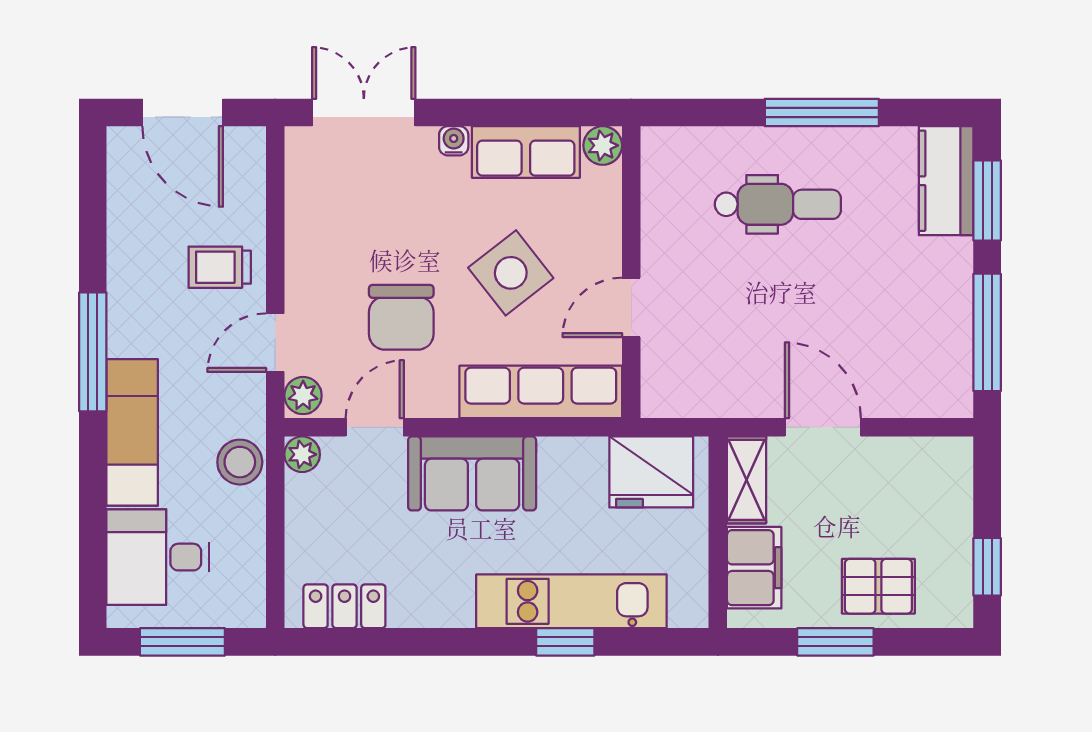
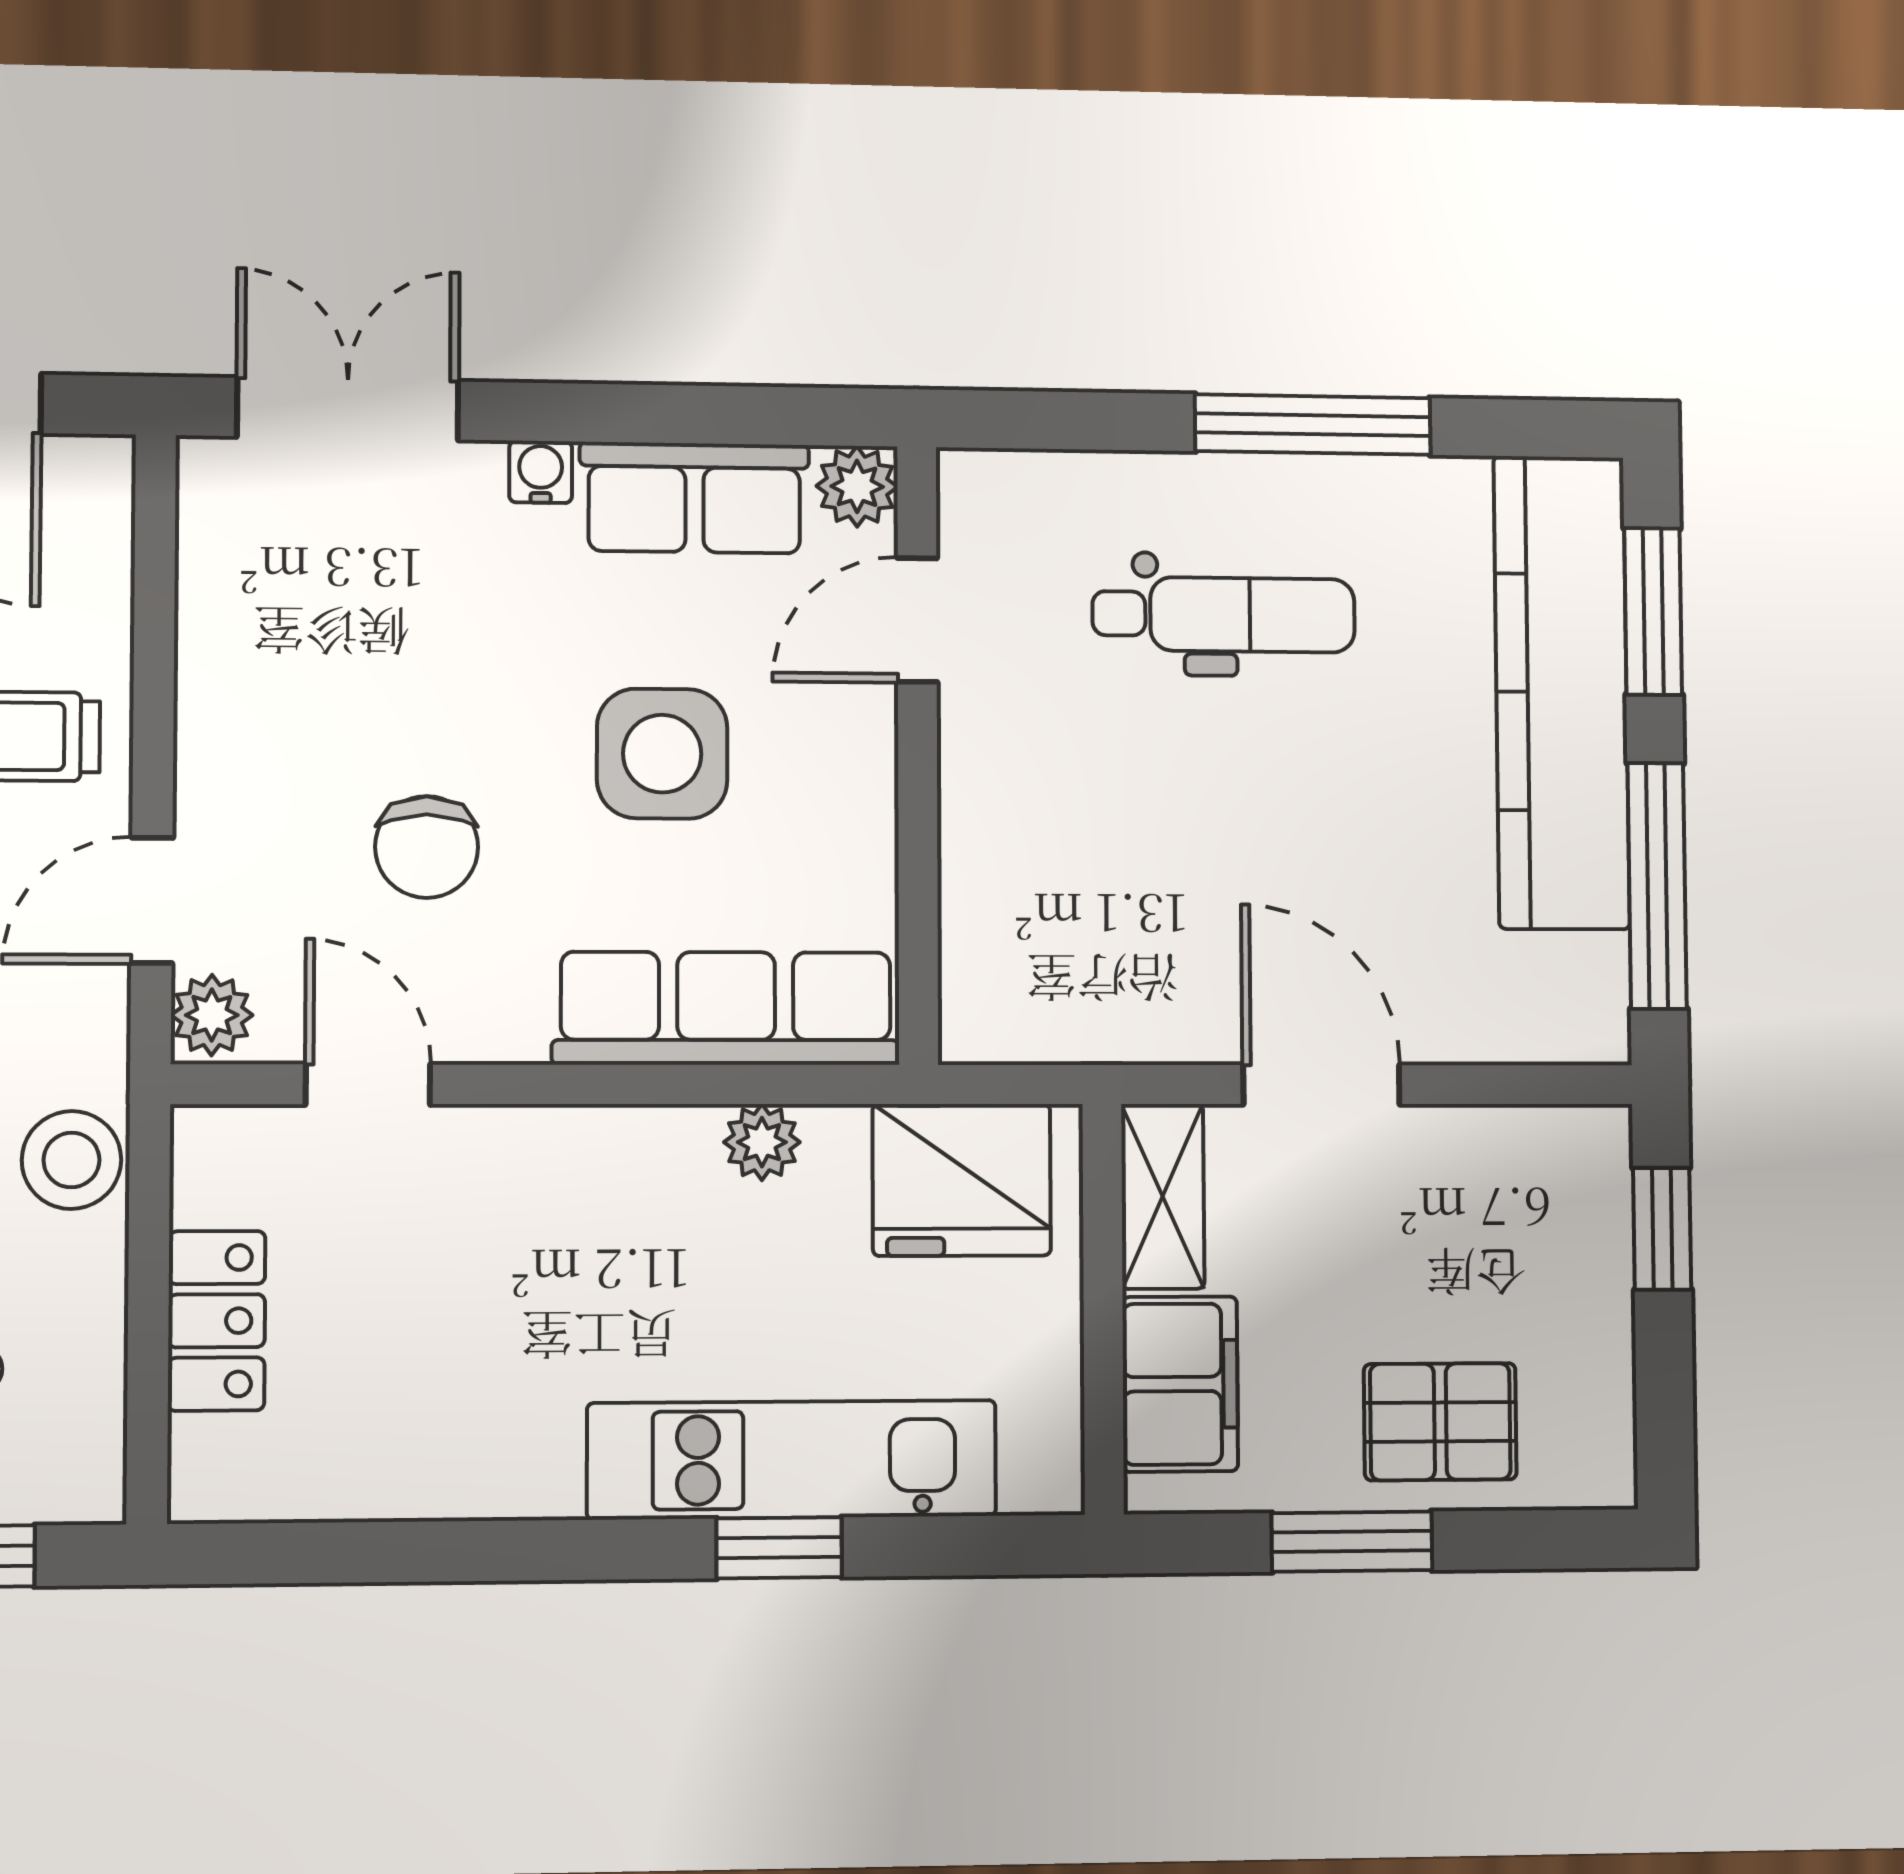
kitchen counter: (946, 181) -> (1562, 692), width x2.08, depth x1.17
side table: (511, 273) -> (662, 754), turned 38
door: (631, 307) -> (917, 620), moved
chair: (401, 317) -> (427, 847), width x0.73, depth x0.73
door: (375, 427) -> (368, 1084), hinge flipped
plant: (302, 454) -> (762, 1142), moved
sofa: (472, 473) -> (578, 1184), removed
window: (987, 567) -> (1662, 1229), moved
locker: (344, 606) -> (217, 1321), moved, turned 90

